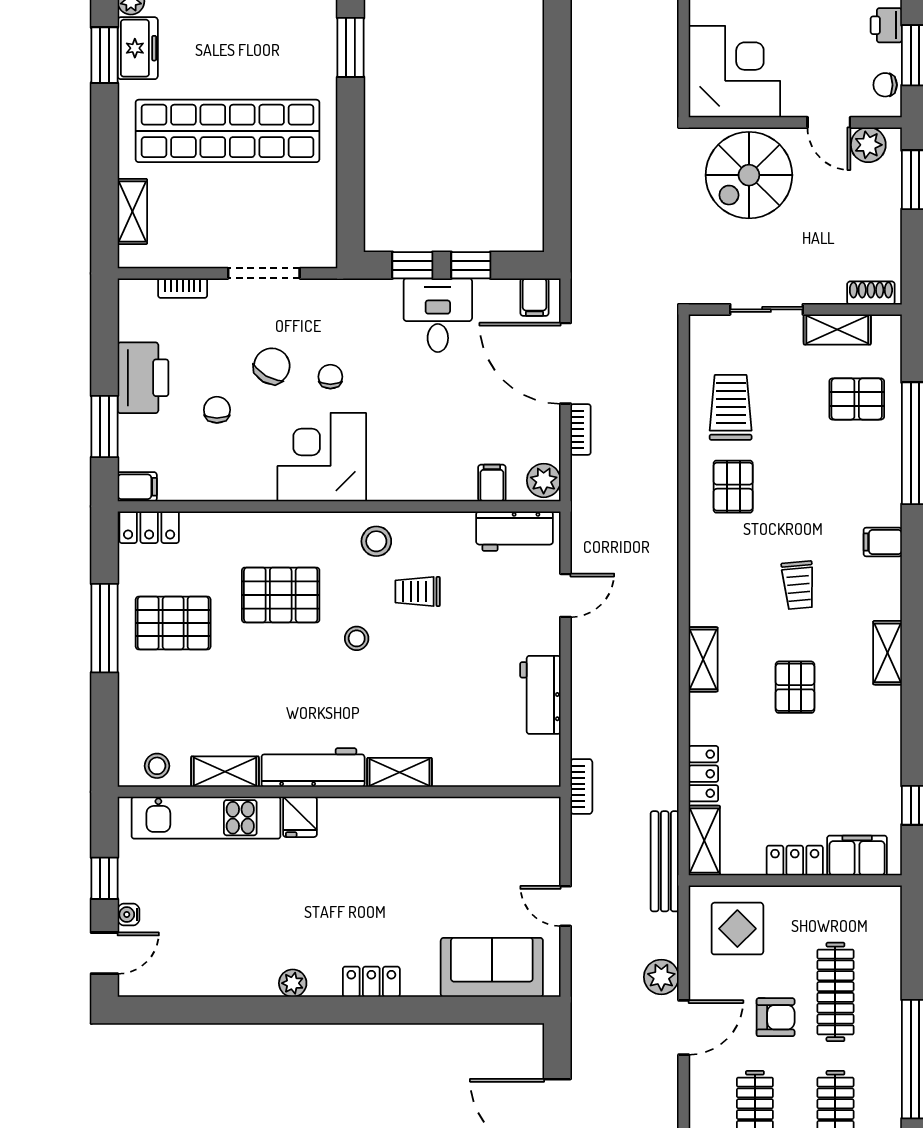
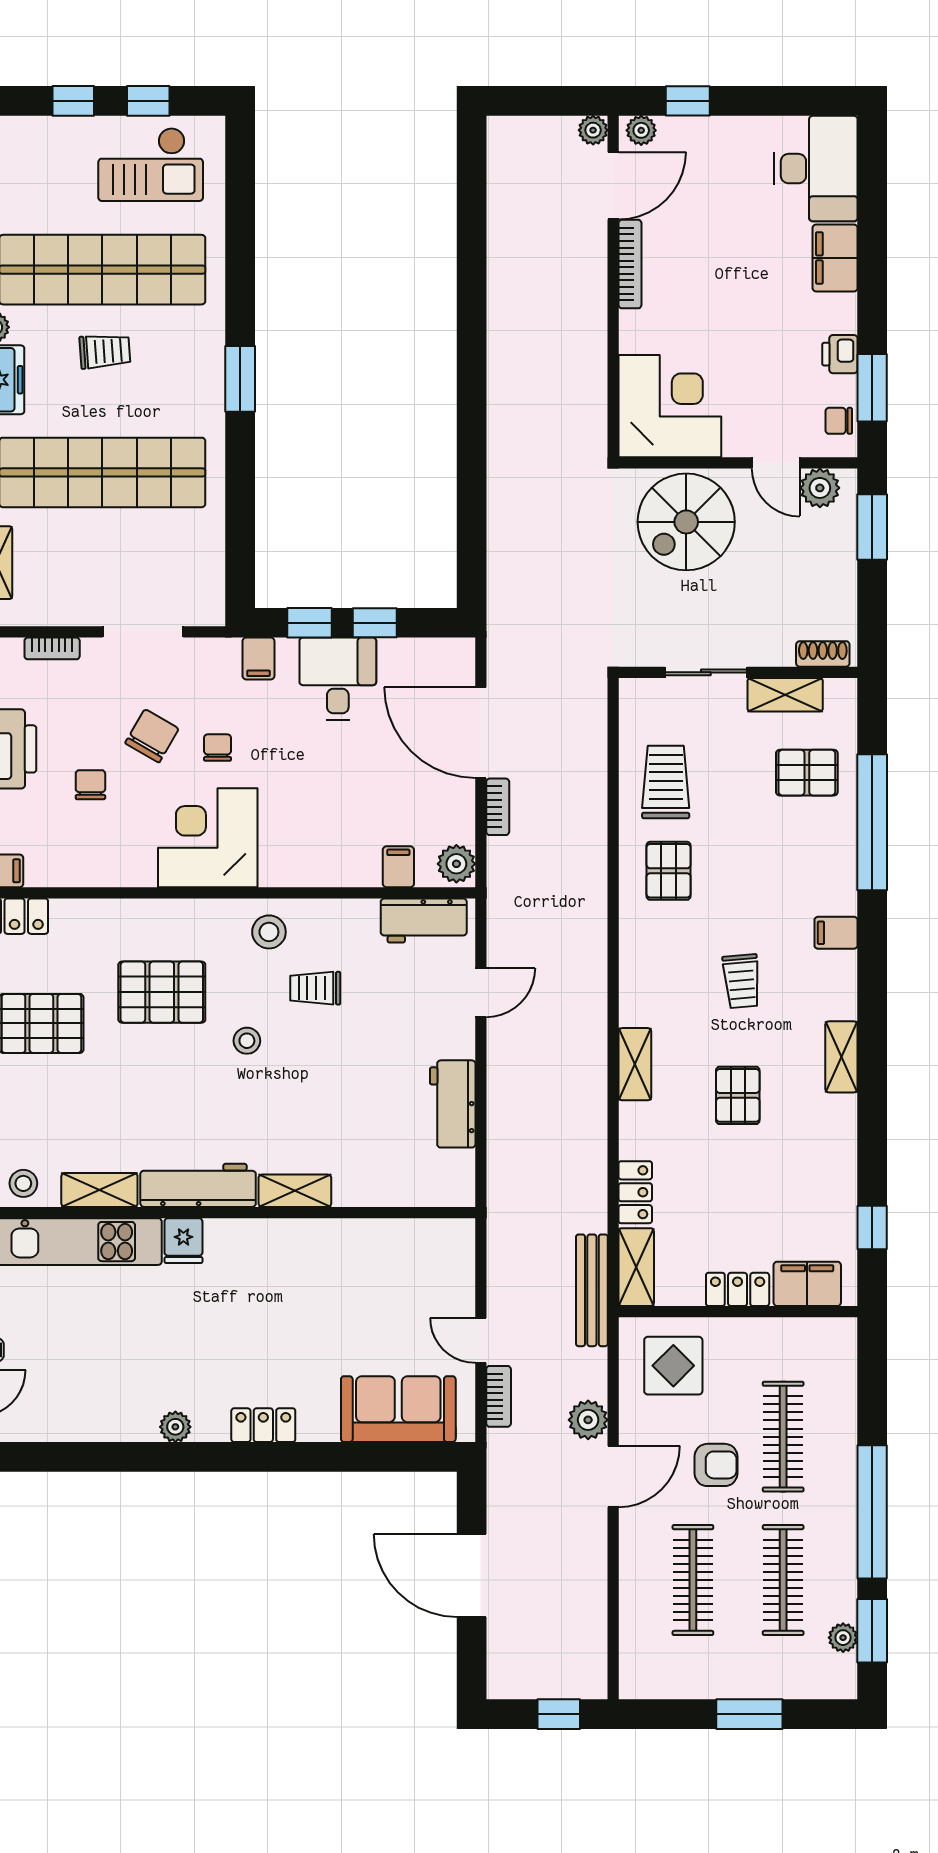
trolley: (230, 23) -> (105, 351), added
filing cabinet: (534, 297) -> (258, 658), moved
bookcase: (581, 786) -> (499, 1396), moved

